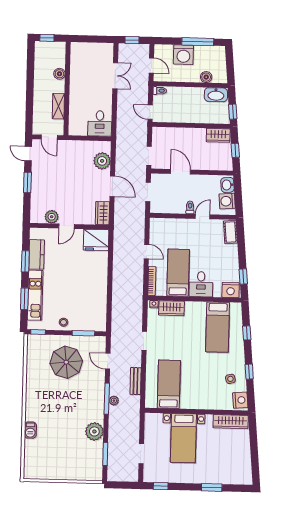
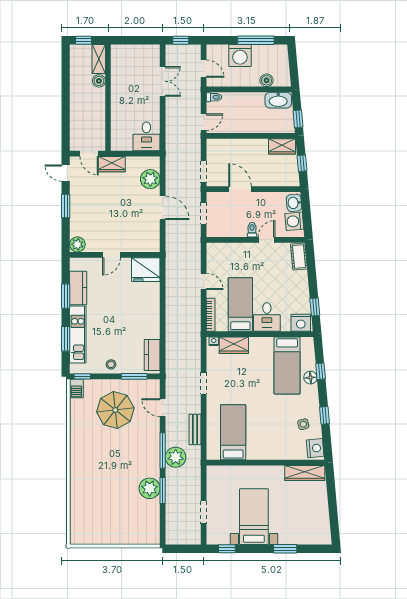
shelving: (58, 106) -> (99, 59), moved
door: (150, 112) -> (204, 122), swing flipped
wardrobe: (102, 213) -> (112, 164), moved, turned -90
plant: (52, 217) -> (77, 244), moved
kitchen counter: (100, 315) -> (152, 355), added
floor lamp: (238, 338) -> (310, 378), added
plant: (114, 401) -> (176, 457), width x1.87, depth x1.87
barbecue: (30, 430) -> (76, 389), moved
bed with nightstands: (183, 438) -> (254, 517), moved, turned 180
window: (105, 454) -> (163, 490), moved

